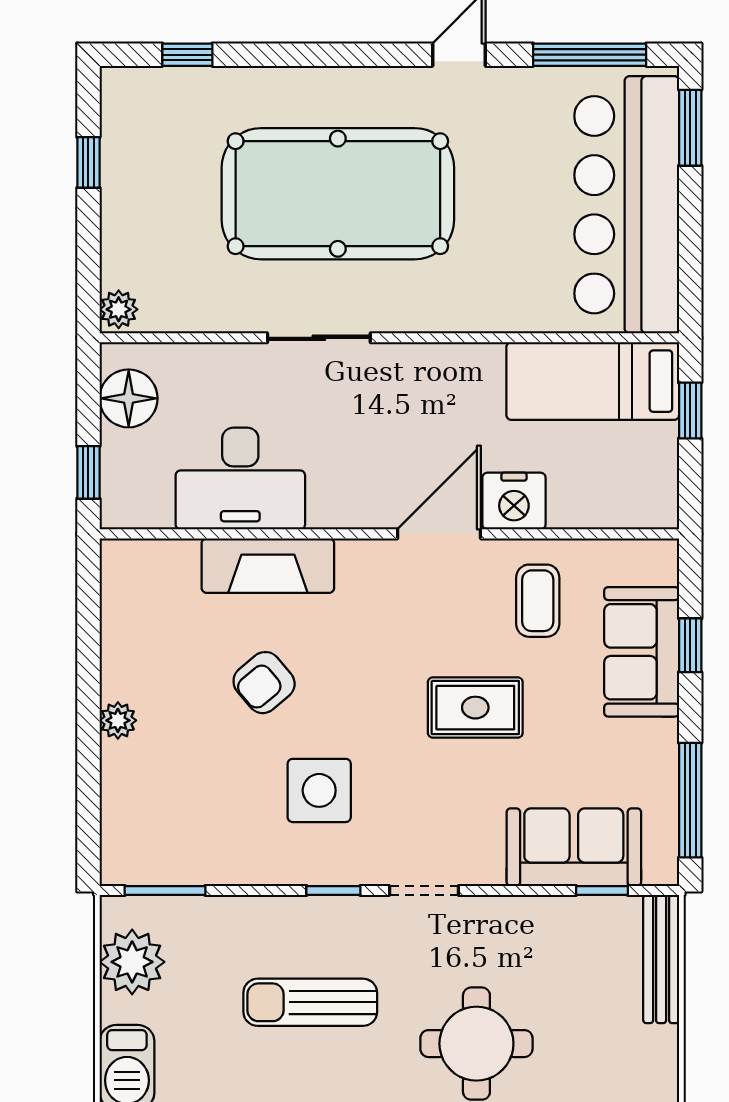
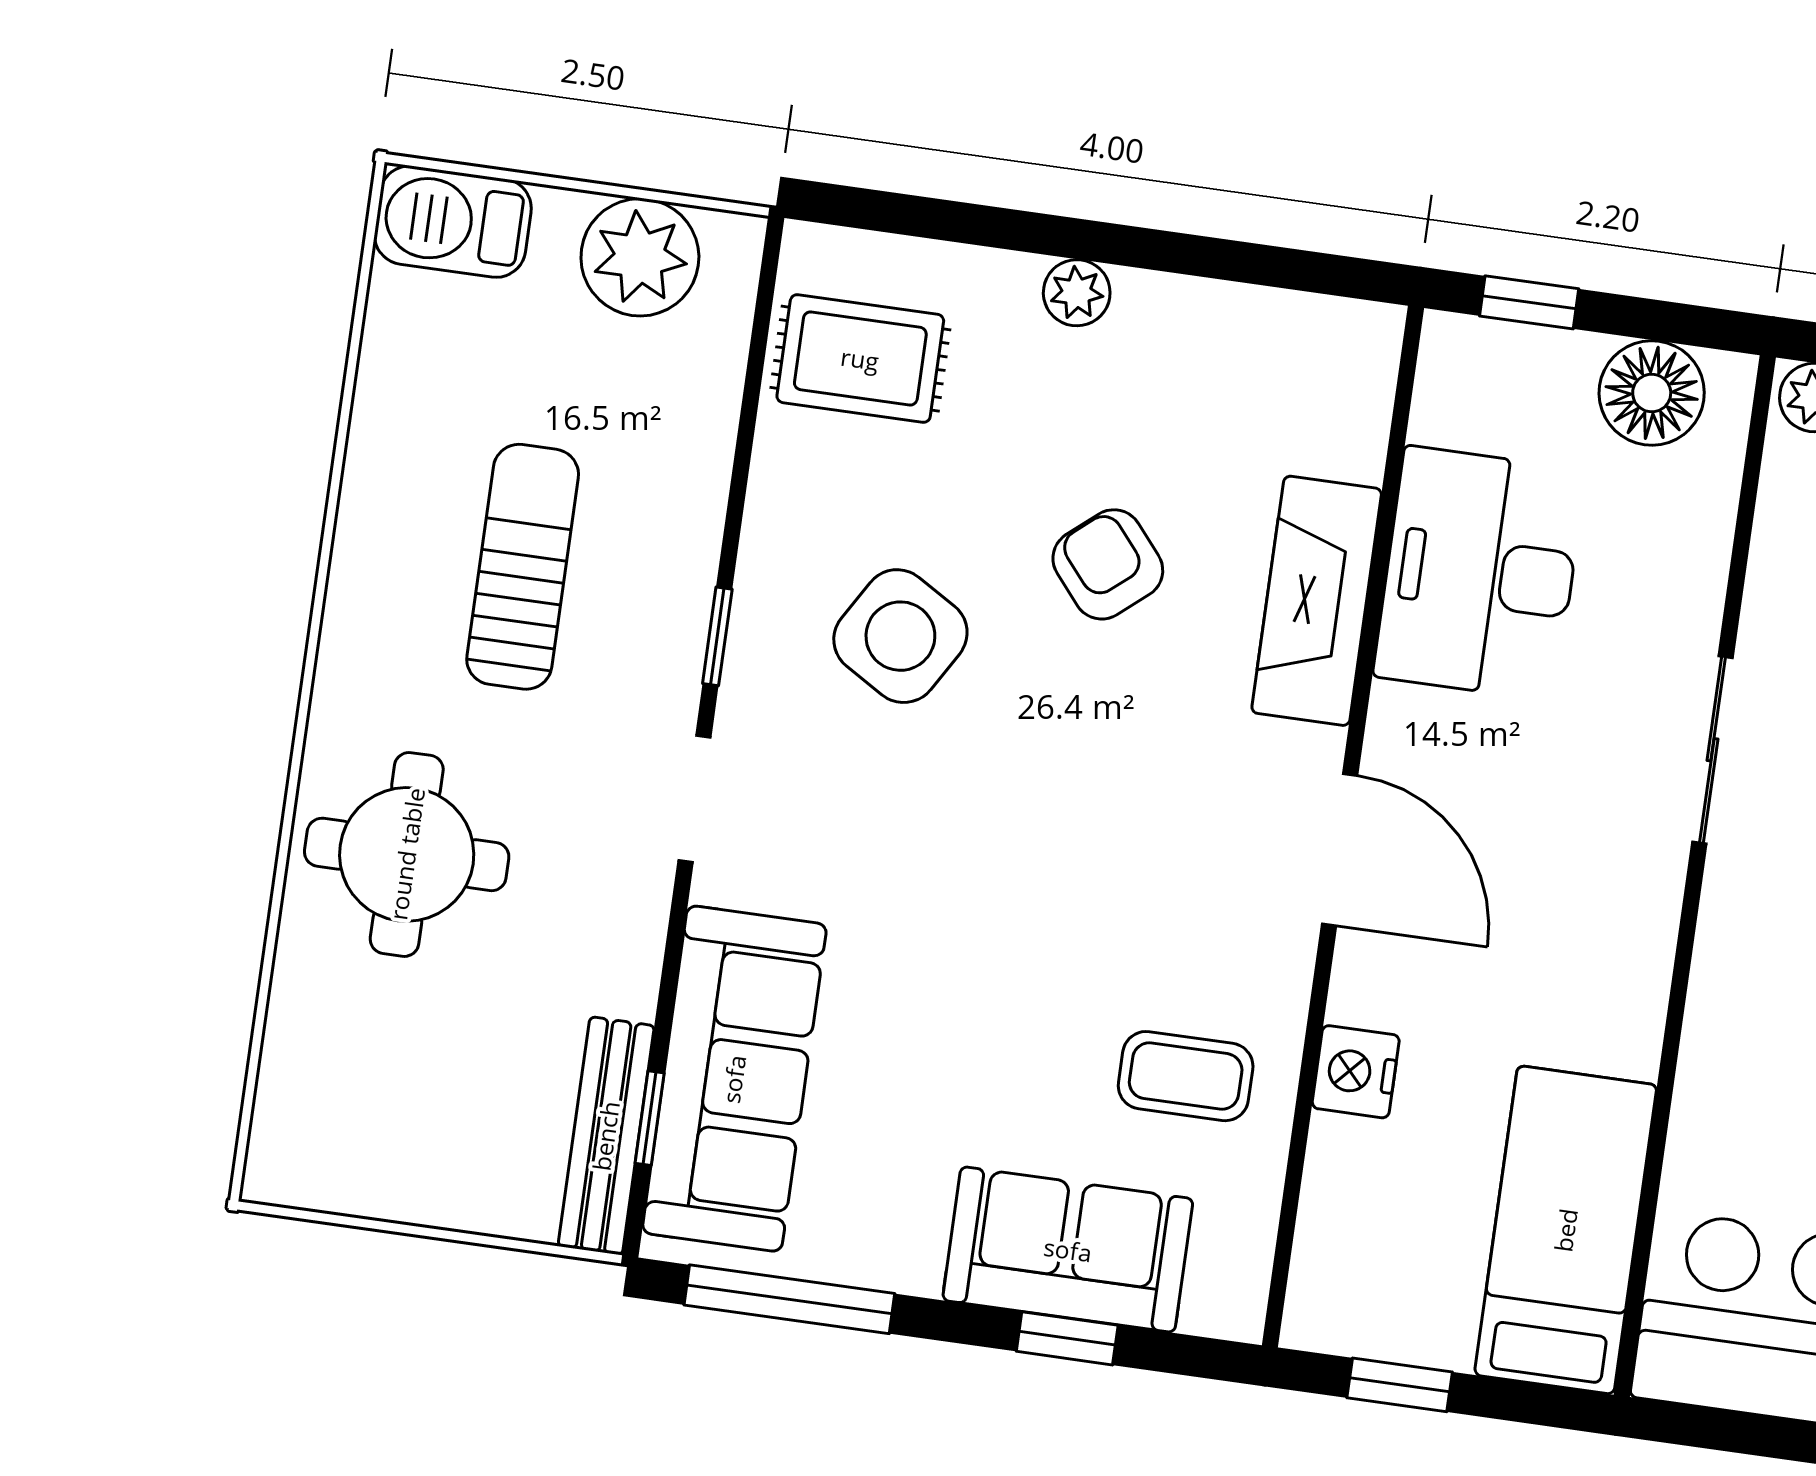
window: (690, 411) -> (1400, 1385), moved
nightstand: (514, 501) -> (1356, 1072), width x0.74, depth x0.75
door: (439, 534) -> (1340, 850), moved
rug: (475, 708) -> (860, 359), moved, turned 90
side table: (319, 790) -> (900, 636), turned 31
sofa: (574, 847) -> (734, 1079), width x1.36
window: (165, 891) -> (760, 334), removed
bench: (661, 959) -> (606, 1136), moved, turned 90

